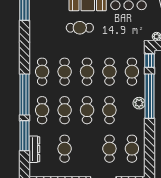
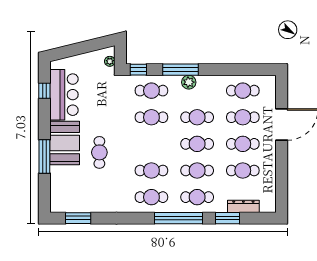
cafe table: (87, 72) -> (243, 144), moved
window: (150, 96) -> (181, 70), width x0.68
window: (24, 136) -> (227, 218), width x0.69

